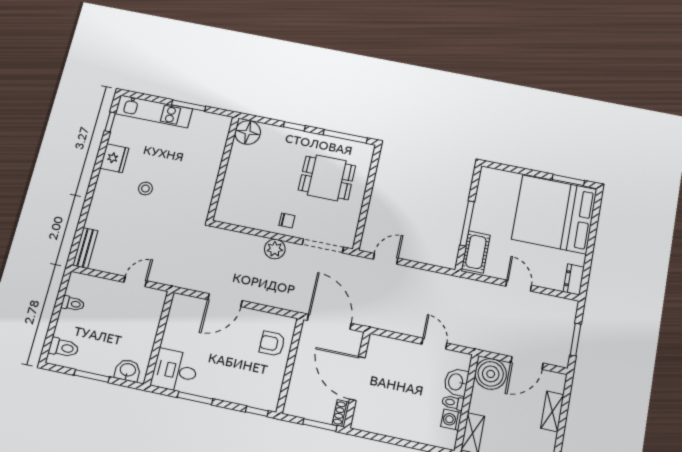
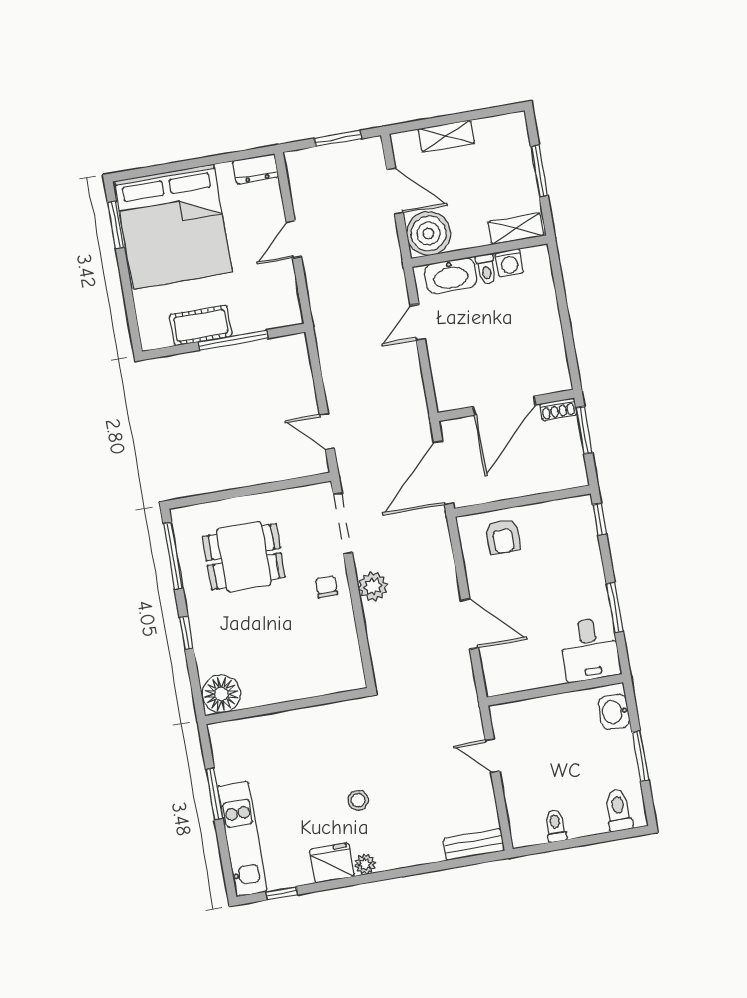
plant: (104, 178) -> (365, 864), added
dining table: (327, 178) -> (244, 557), turned 90
cot: (476, 252) -> (201, 325), moved
washbasin: (456, 382) -> (450, 276), width x1.38

